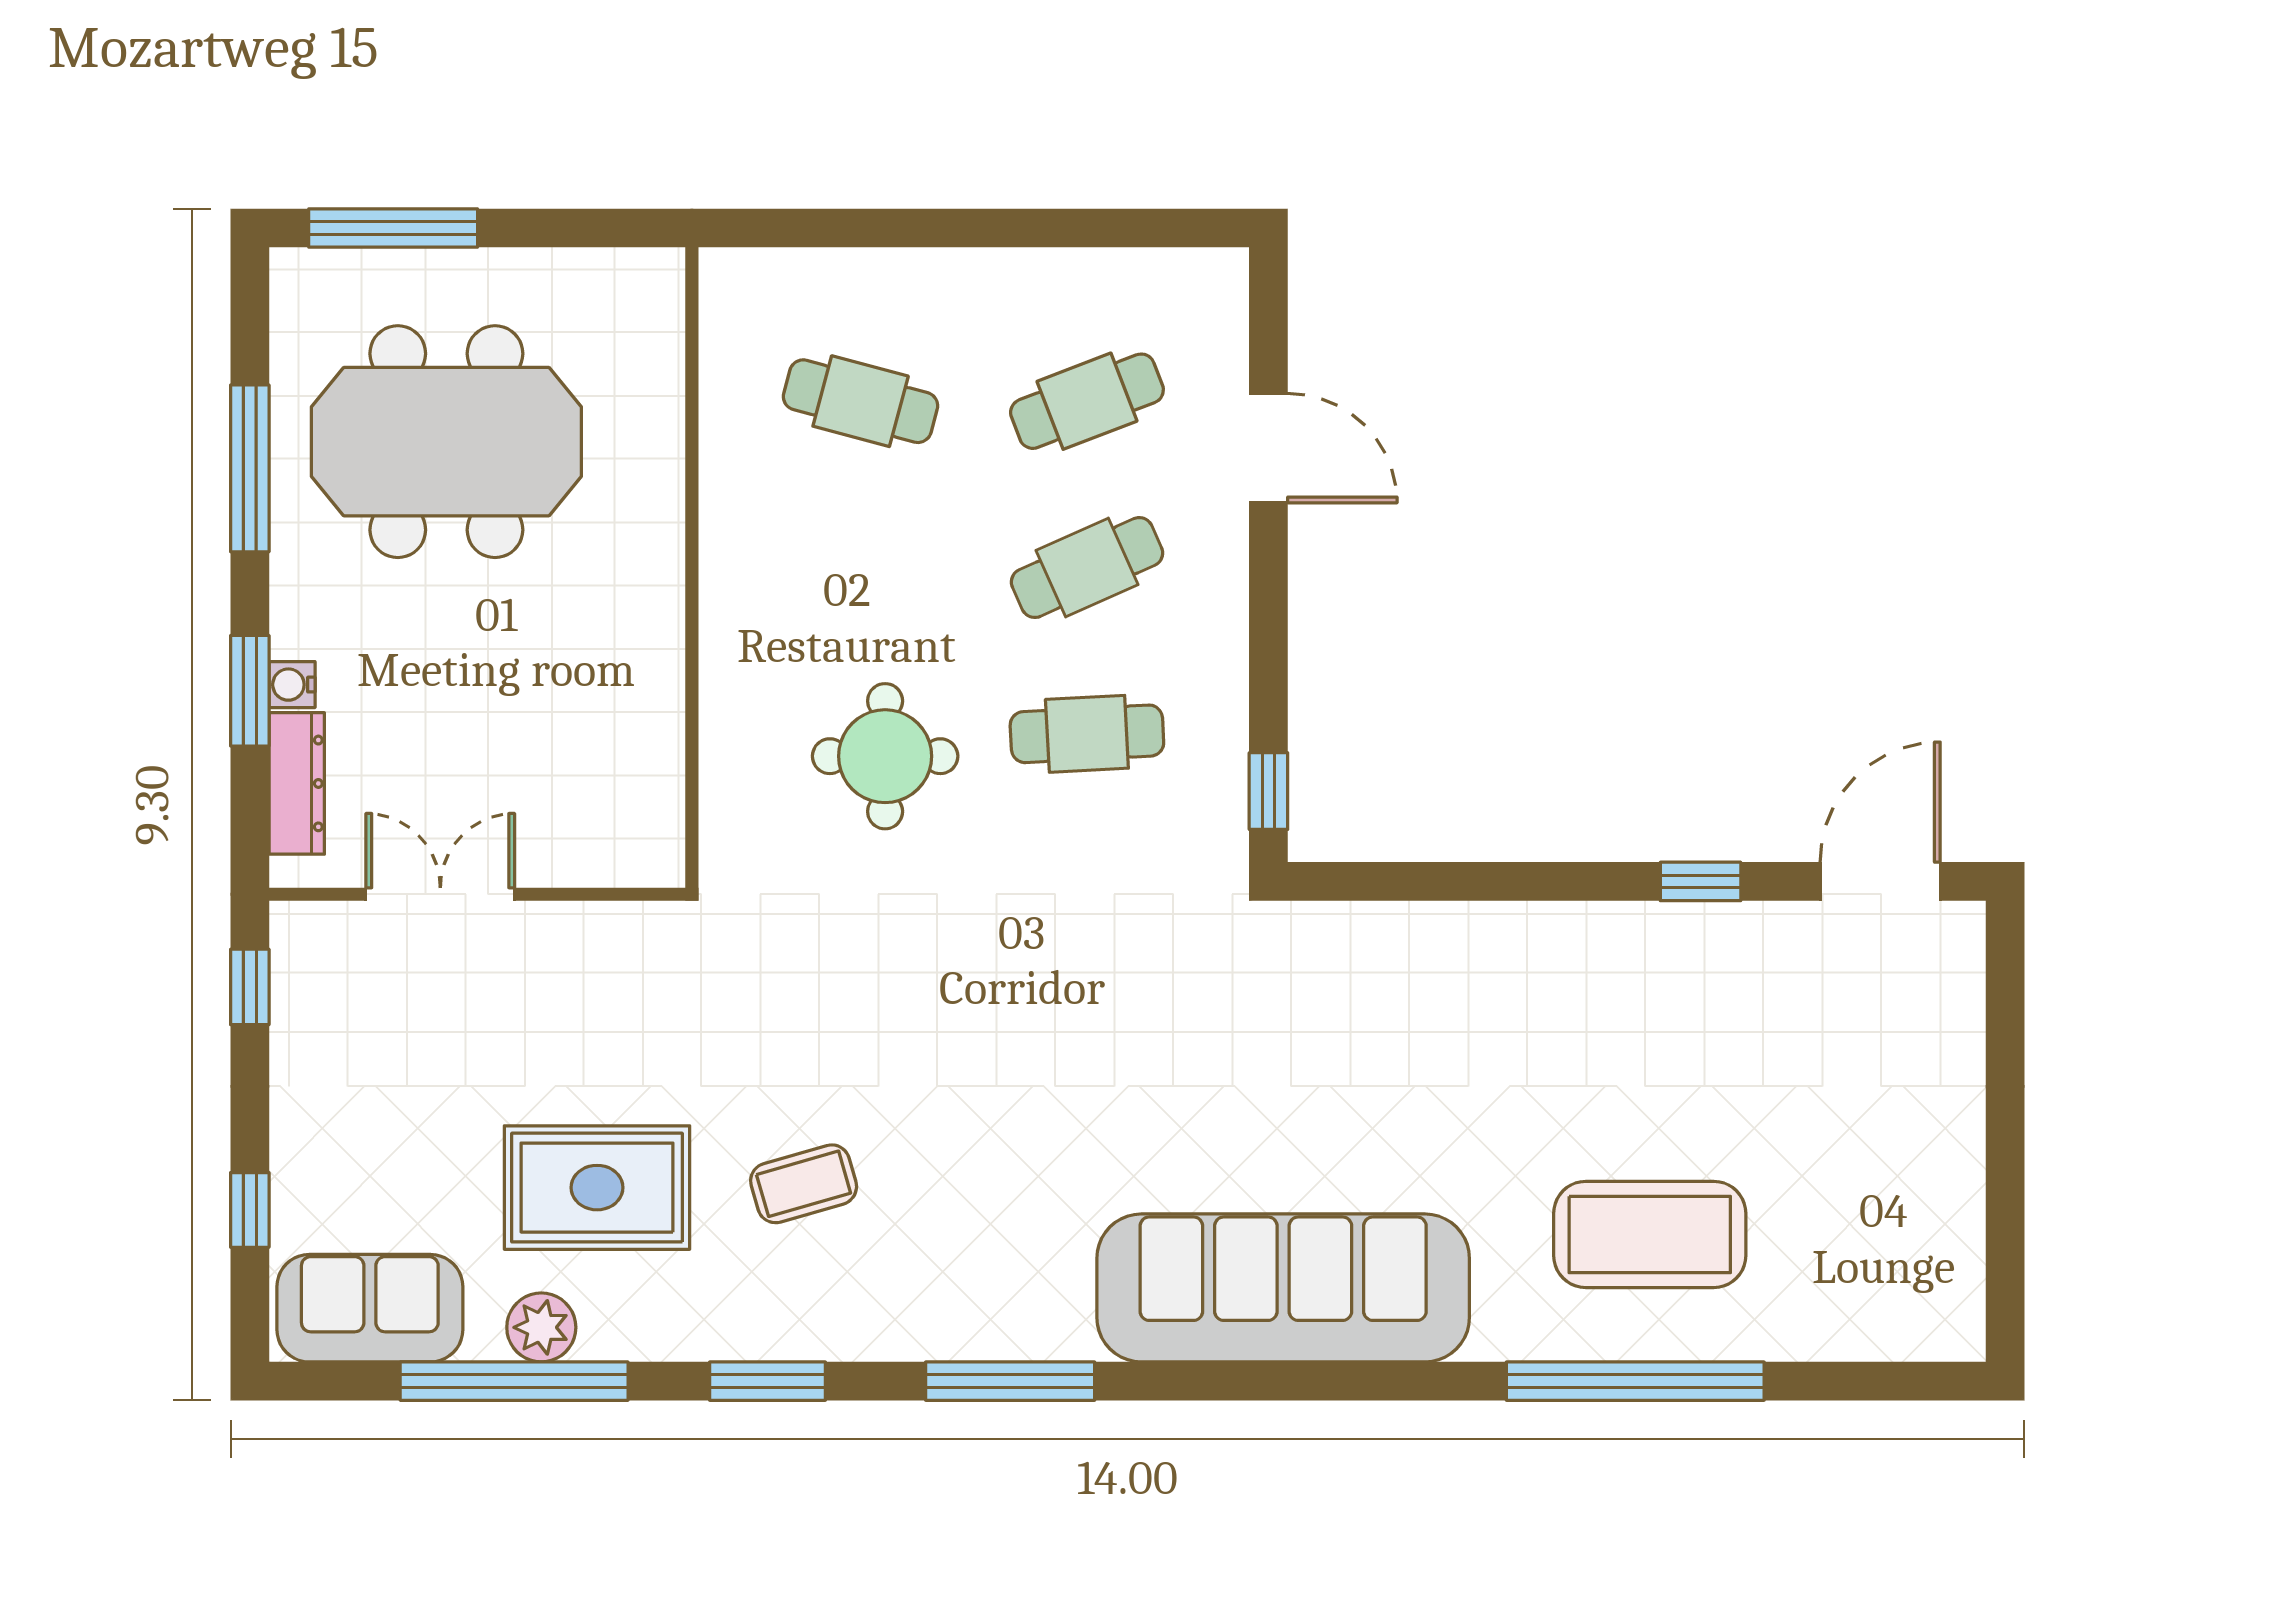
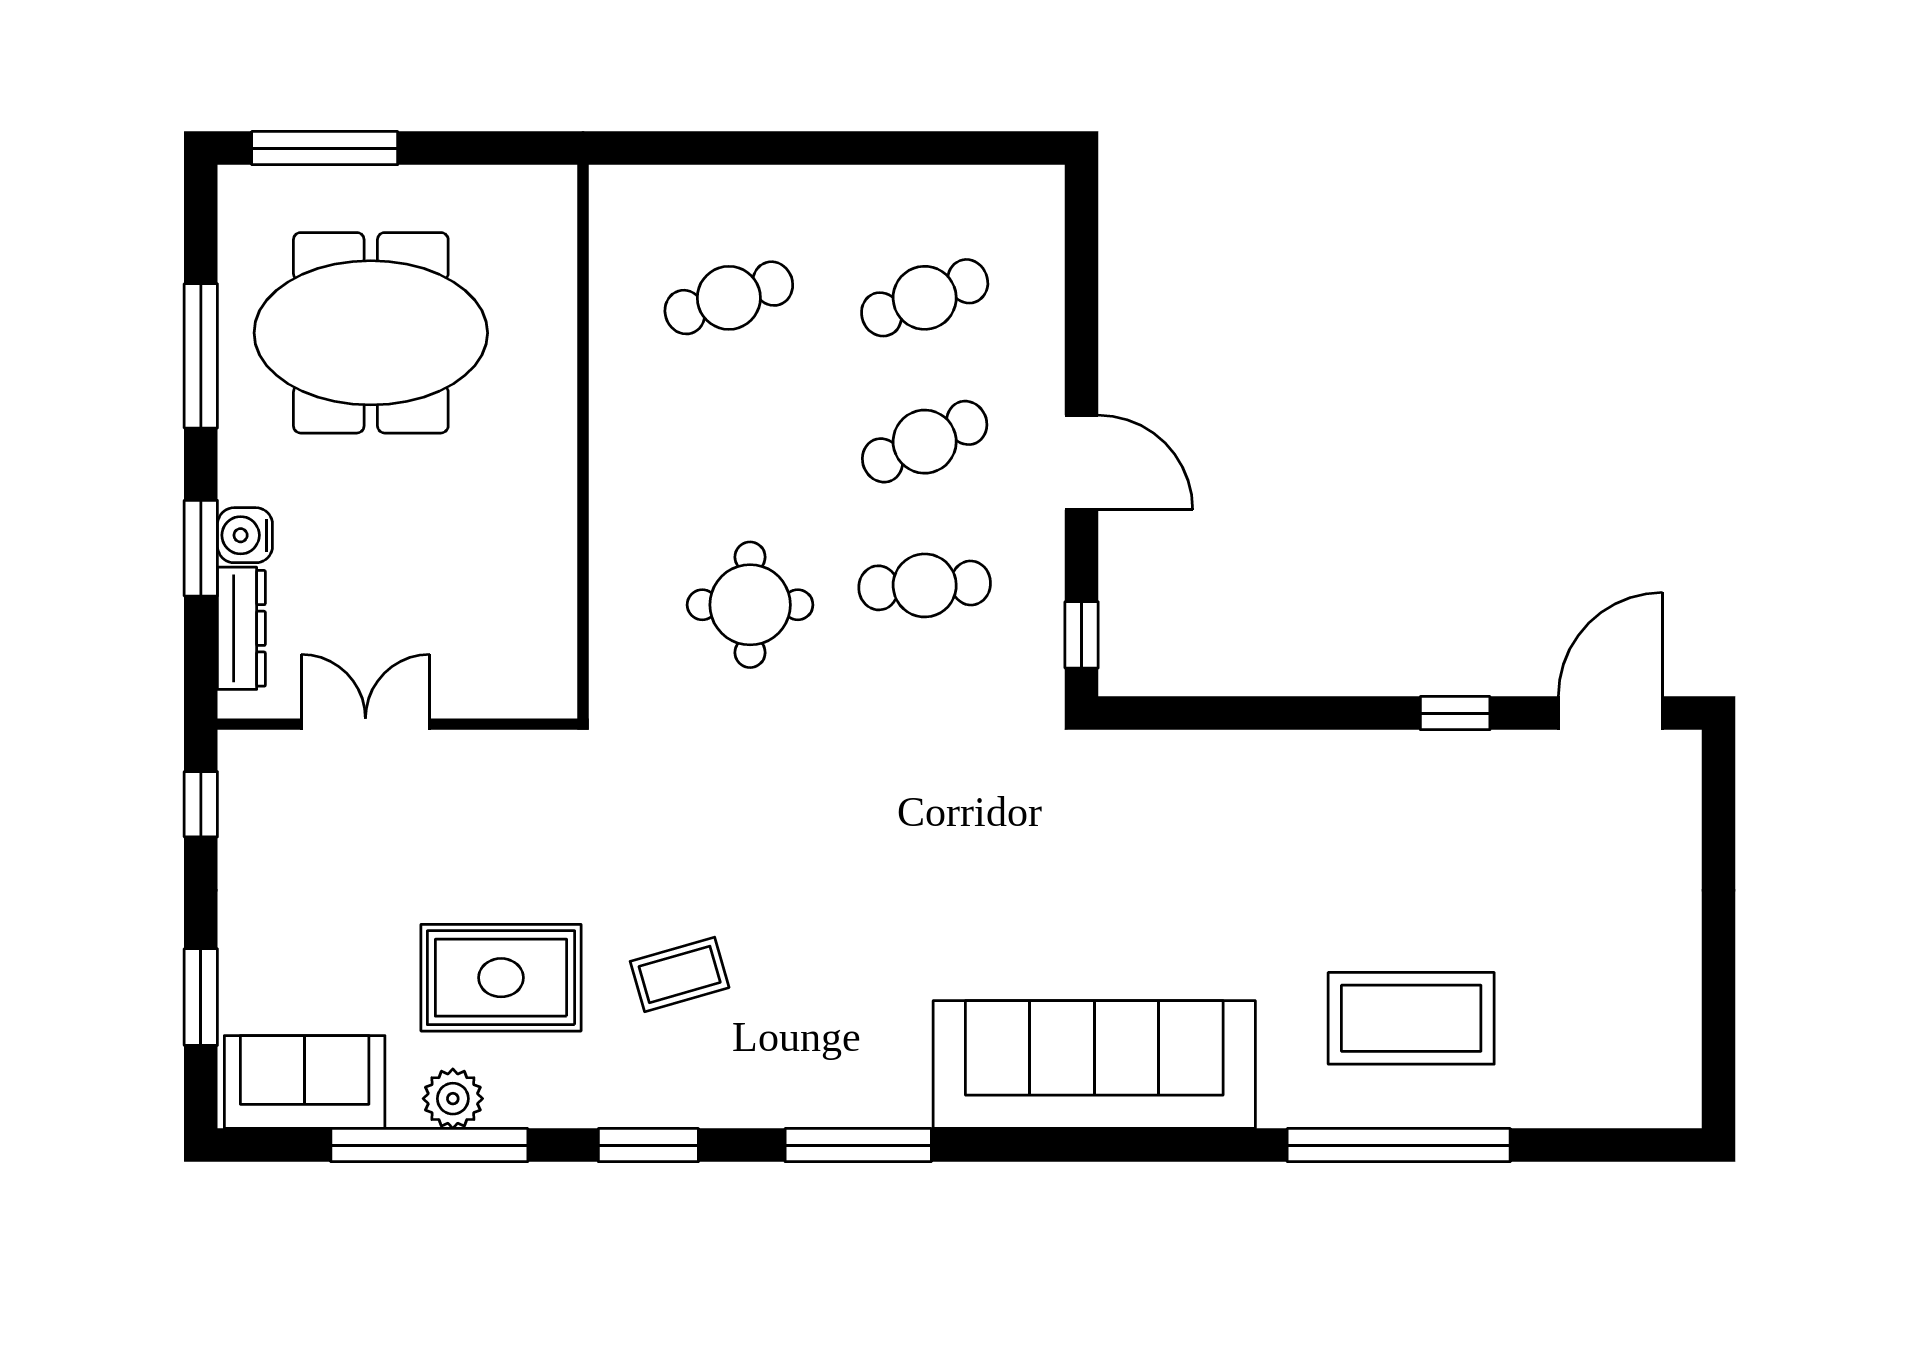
cafe table: (861, 401) -> (729, 298), turned -33
door: (1268, 448) -> (1082, 462), moved
water cooler: (292, 685) -> (245, 535), width x1.38, depth x1.38
window: (250, 1210) -> (201, 997), width x1.50

